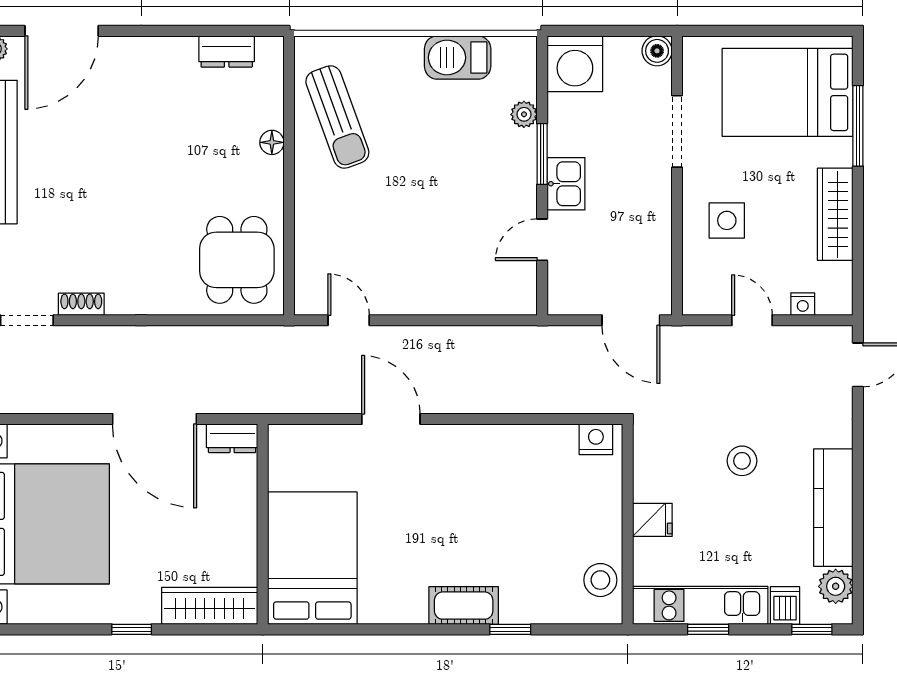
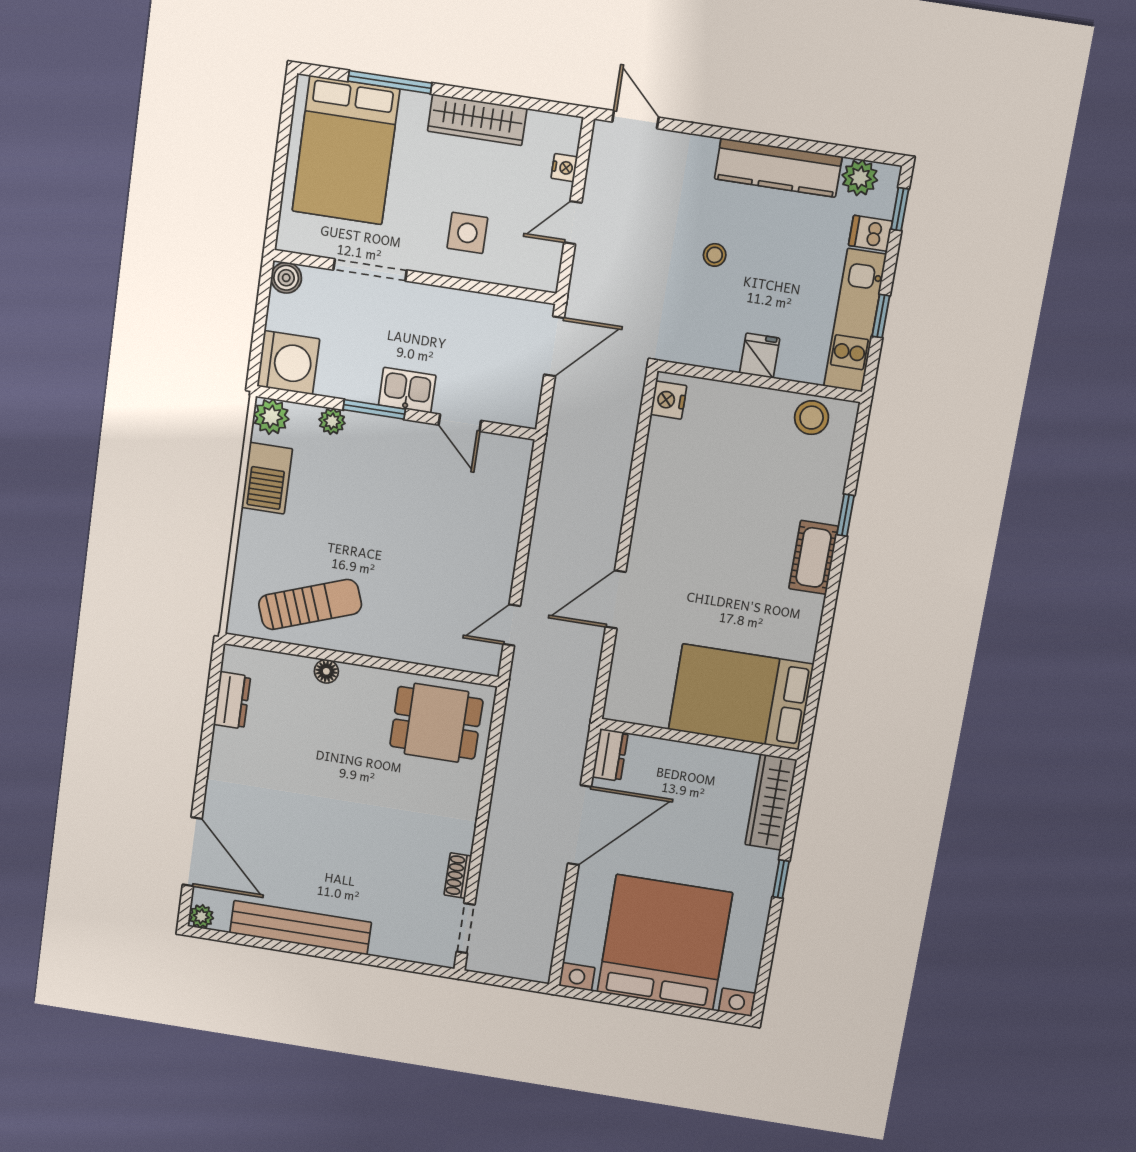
plant: (519, 54) -> (271, 417), added
stool: (742, 461) -> (715, 255), width x0.73, depth x0.73

